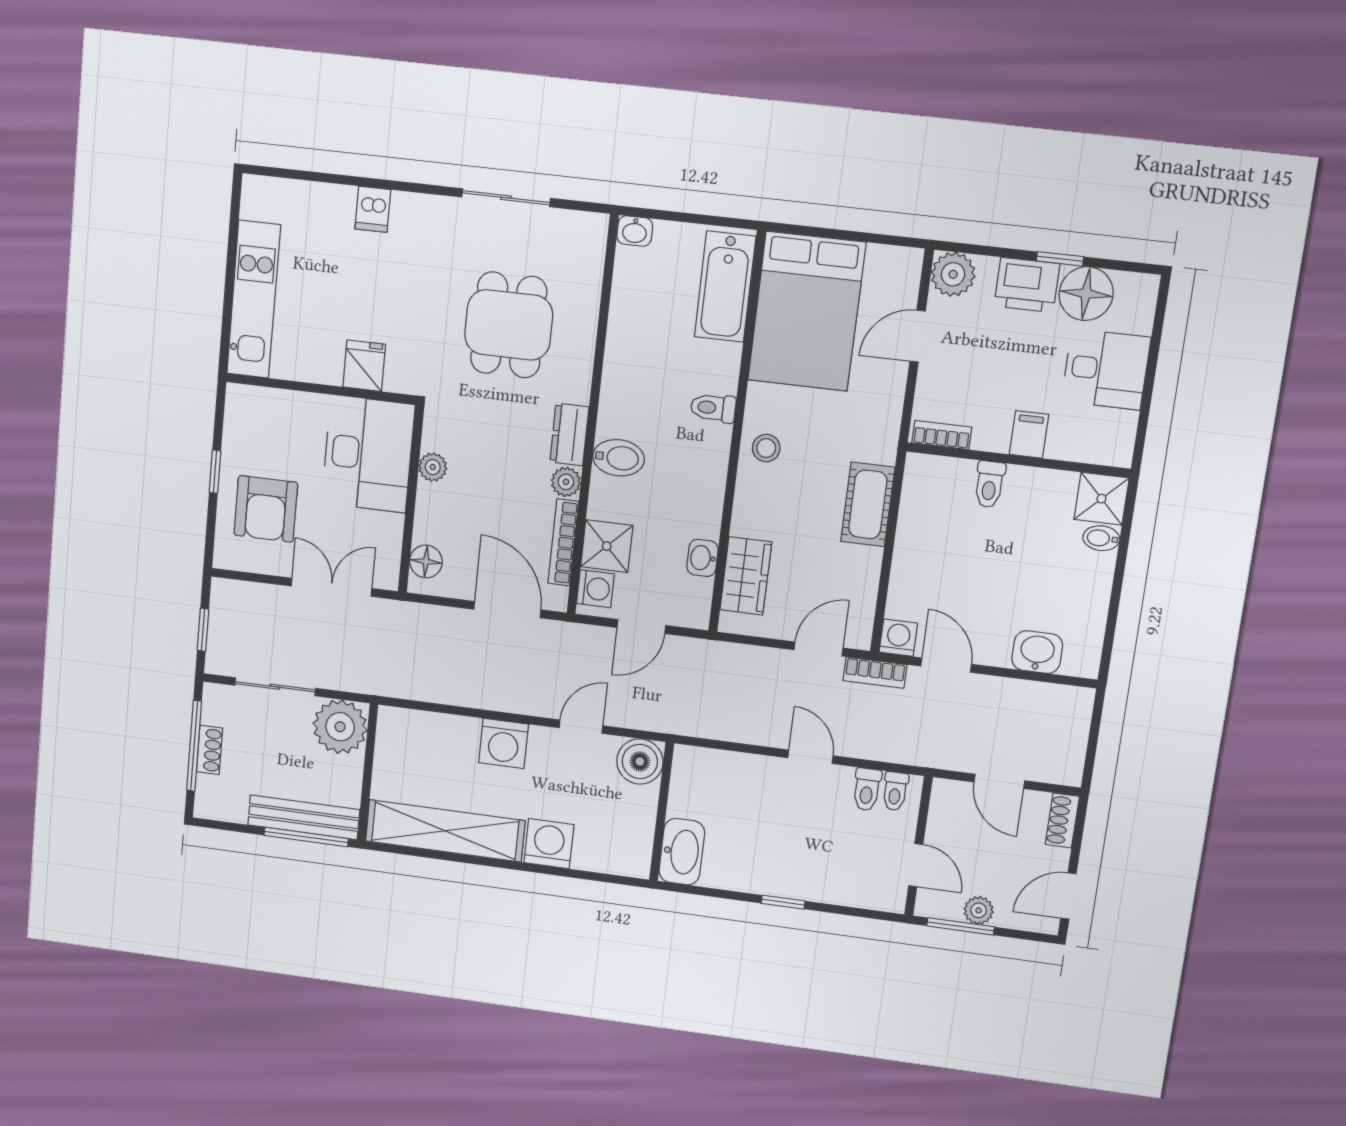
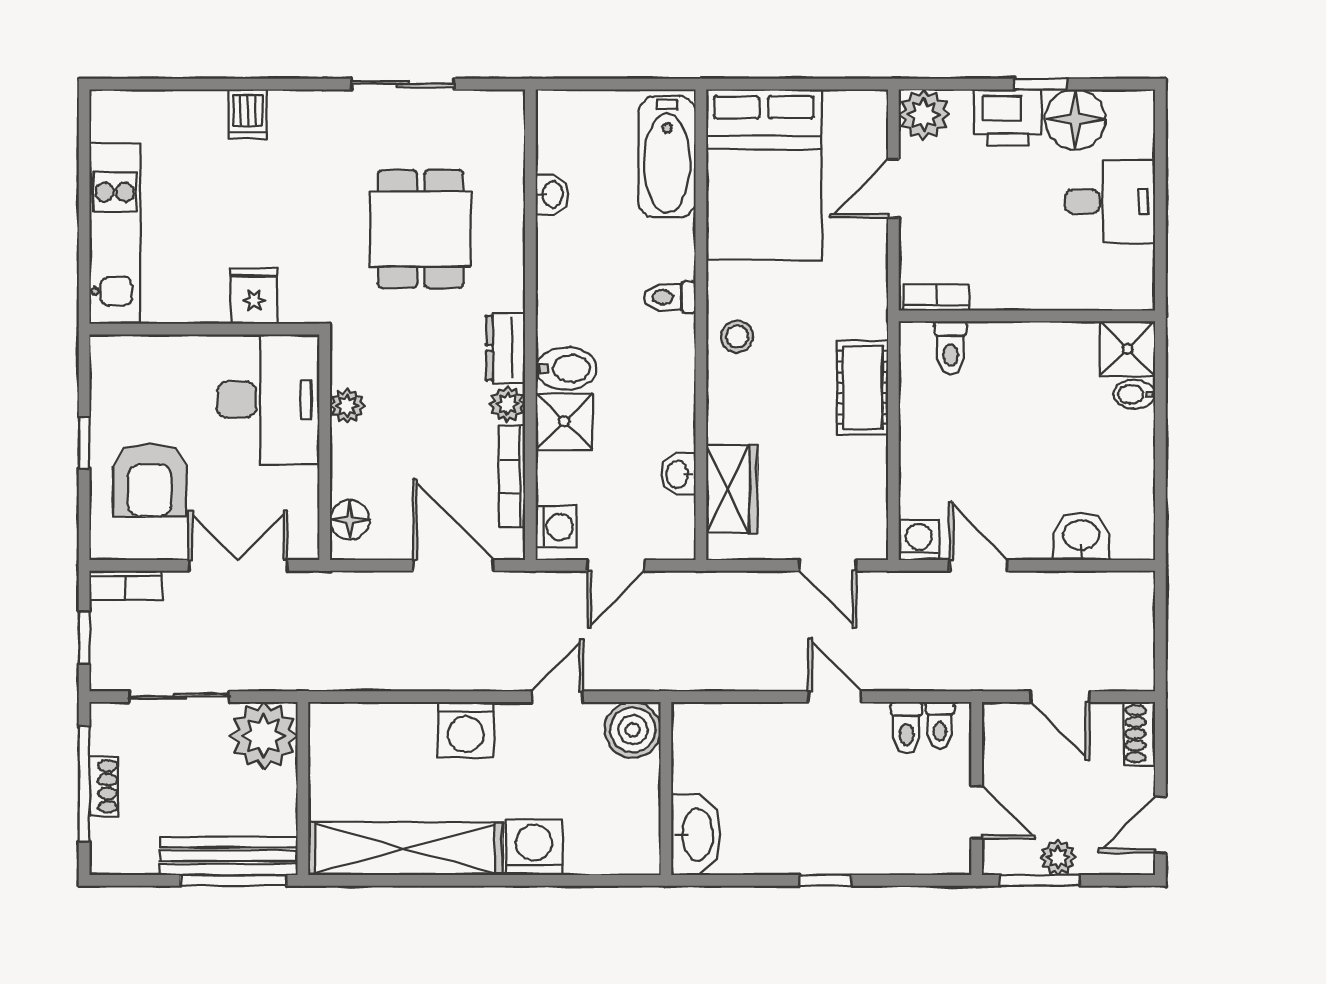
washbasin: (635, 231) -> (552, 195), moved, turned -90
filing cabinet: (1029, 435) -> (1035, 285), removed
toilet: (989, 484) -> (951, 348), moved
shower: (607, 546) -> (564, 422), moved
door: (818, 649) -> (828, 565), swing flipped
bookcase: (875, 673) -> (126, 585), moved

